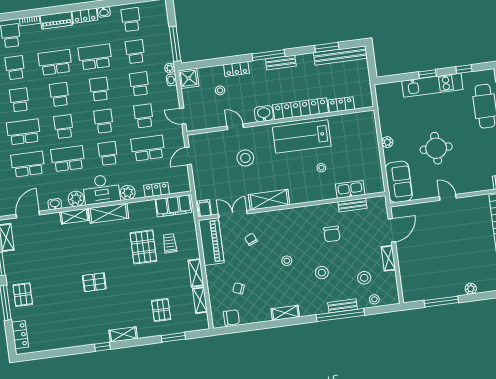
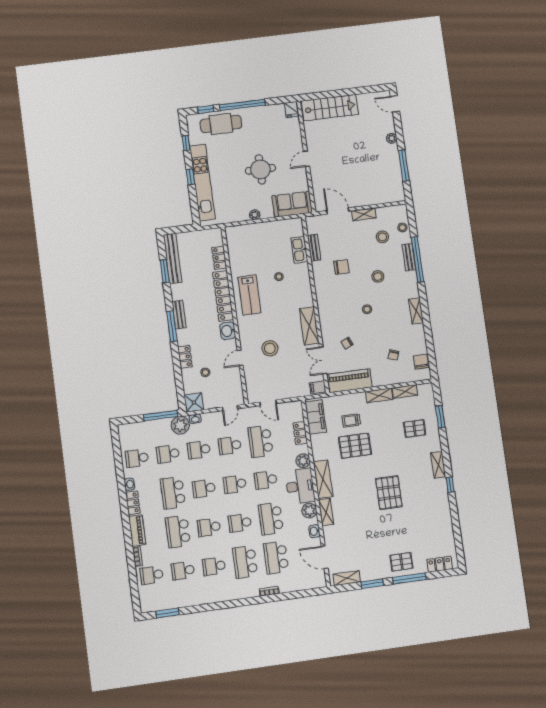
plant: (170, 68) -> (180, 425), width x1.87, depth x1.87
kitchen unit: (432, 85) -> (202, 182), width x1.36
lab bench: (302, 137) -> (249, 295), width x0.73, depth x0.72
pallet: (94, 282) -> (389, 493), width x1.50, depth x1.42

